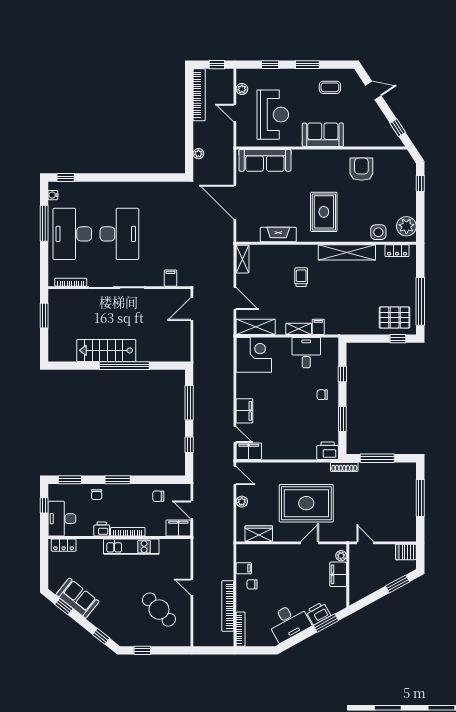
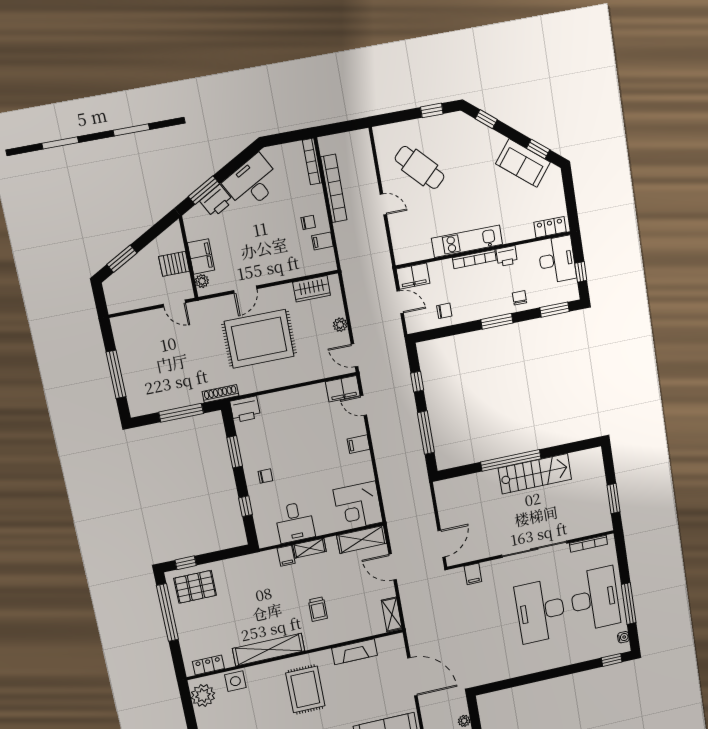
filing cabinet: (244, 411) -> (358, 444), width x0.50
server rack: (406, 552) -> (174, 264), moved, turned 180

